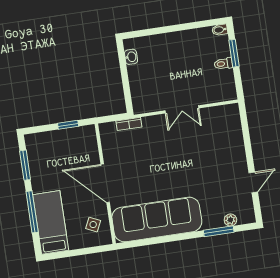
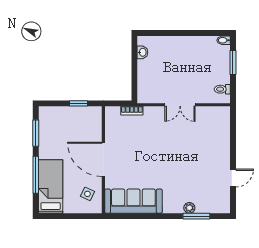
toilet: (223, 64) -> (222, 89), moved
sofa: (157, 220) -> (133, 201), width x0.74, depth x0.79
plant: (230, 220) -> (189, 208), moved

